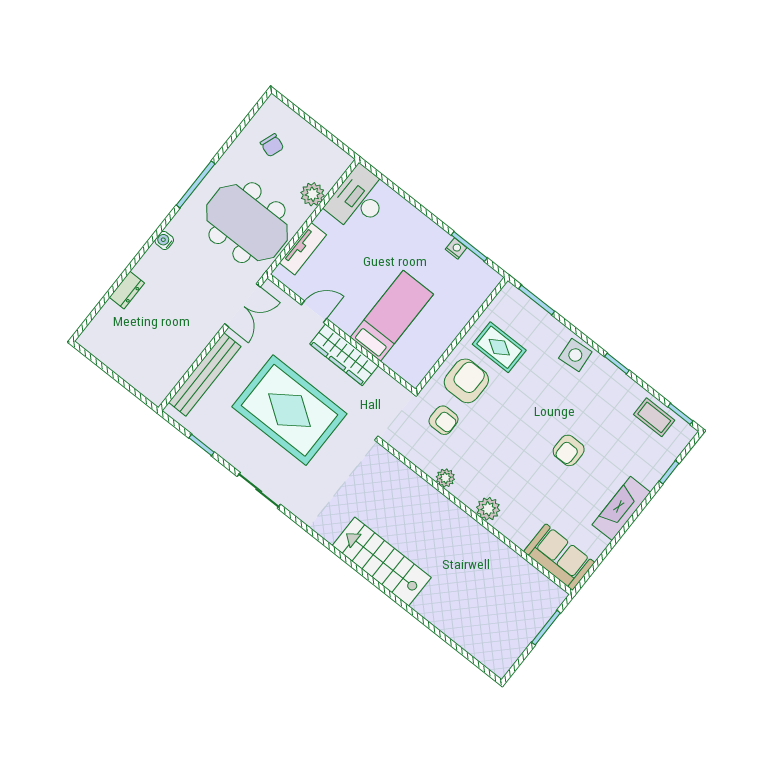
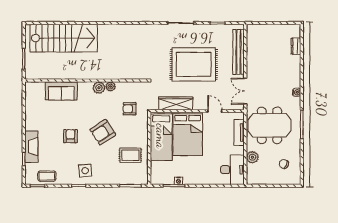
dresser: (127, 290) -> (296, 46), moved
door: (314, 312) -> (215, 111), swing flipped
bed: (392, 316) -> (188, 134), width x1.50
bed: (428, 338) -> (161, 136), added
wardrobe: (344, 355) -> (176, 103), moved
side table: (575, 355) -> (85, 171), moved
armchair: (466, 381) -> (103, 132), moved, turned 57
fireplace: (621, 508) -> (31, 147), moved
plant: (488, 509) -> (99, 88), moved
sofa: (559, 557) -> (61, 91), moved
stairs: (382, 561) -> (64, 38), moved, width x1.36, depth x1.51

